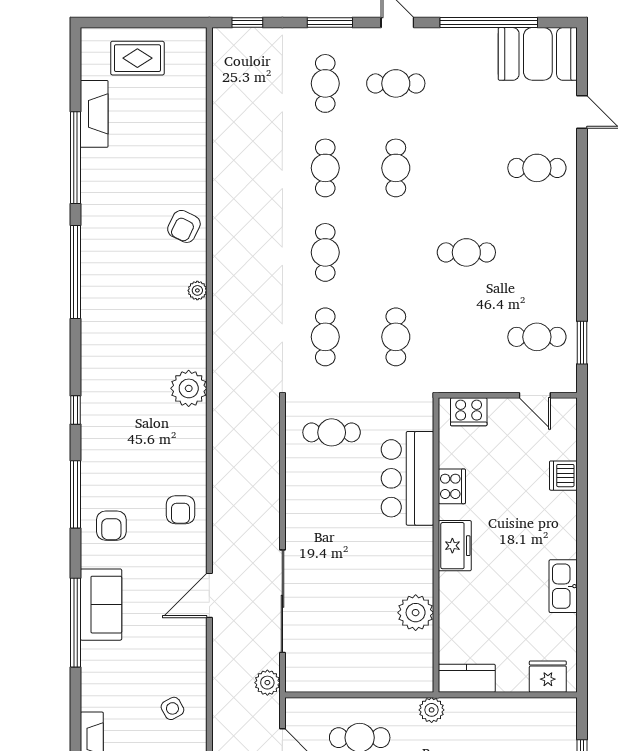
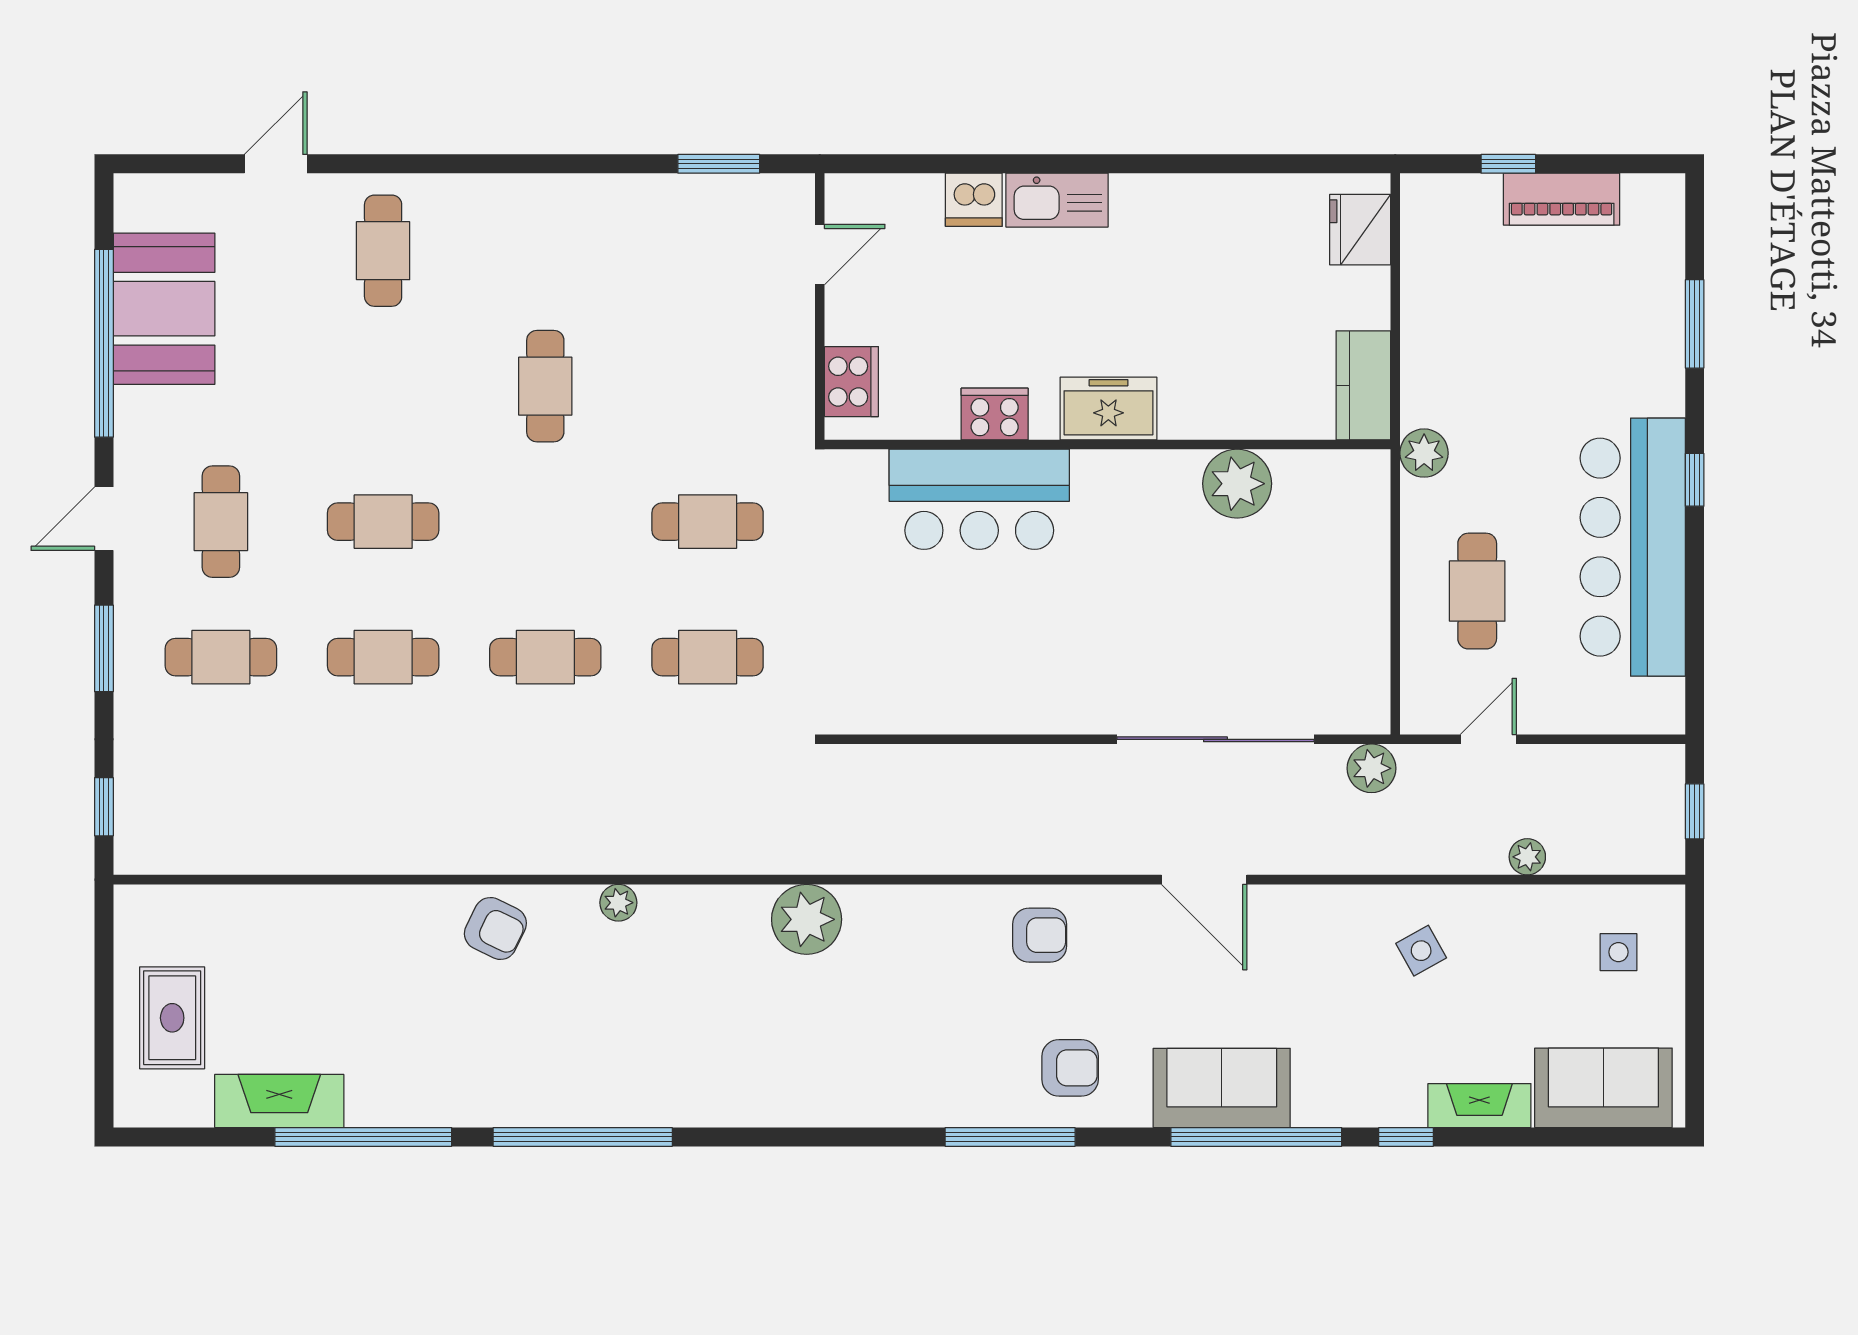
booth: (538, 54) -> (164, 309), moved
cafe table: (537, 337) -> (708, 251), removed
window: (75, 410) -> (1406, 1137), moved
cafe table: (332, 432) -> (891, 645), removed
kitchen sink: (563, 586) -> (1057, 200), moved

